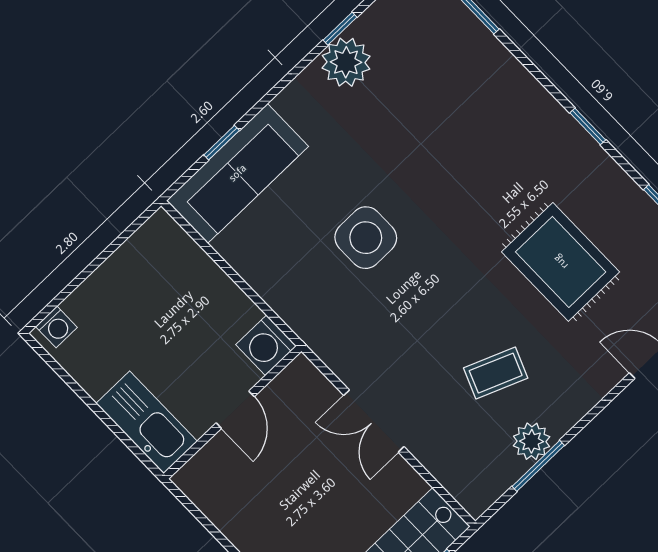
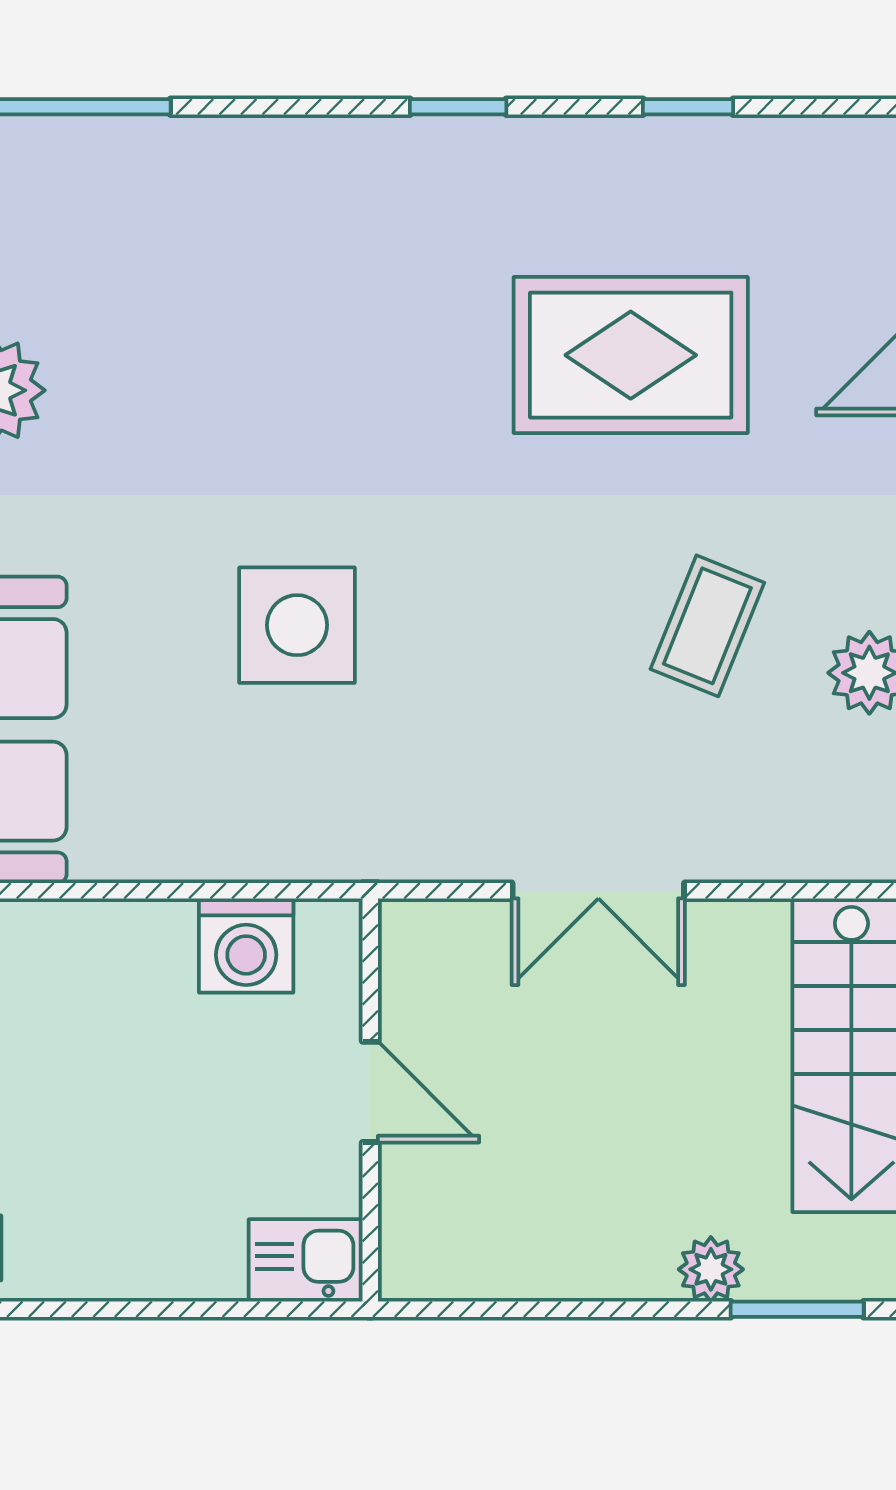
washing machine: (266, 345) -> (246, 945), moved
kitchen sink: (147, 422) -> (306, 1260), width x0.53, depth x0.81

